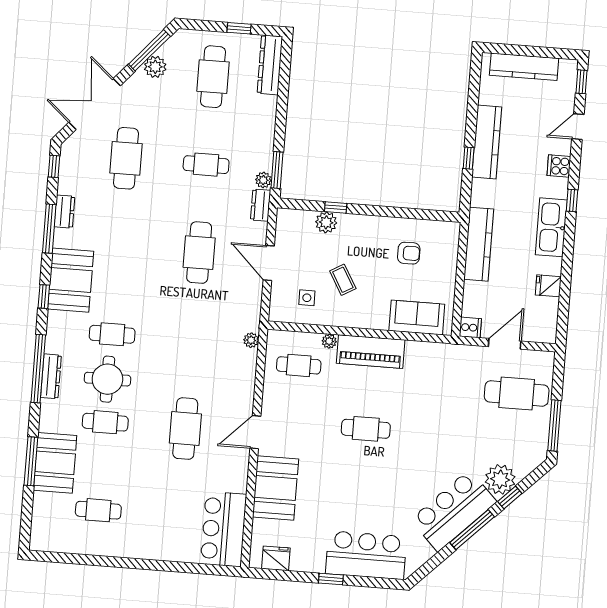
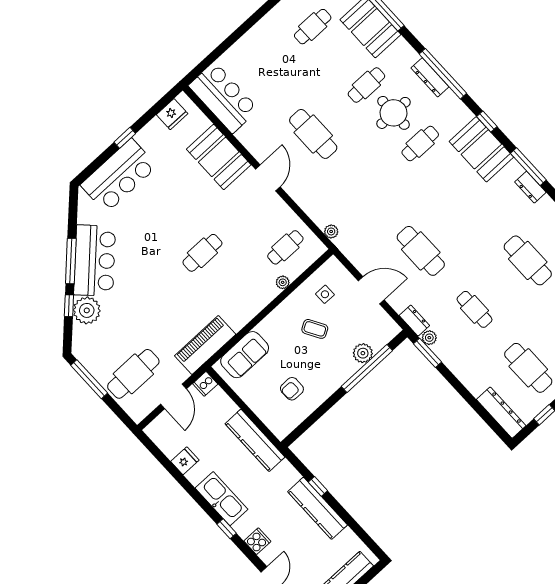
cafe table: (206, 165) -> (475, 309), turned 90
window: (336, 207) -> (367, 369), width x3.17
piano: (371, 352) -> (205, 345), moved

